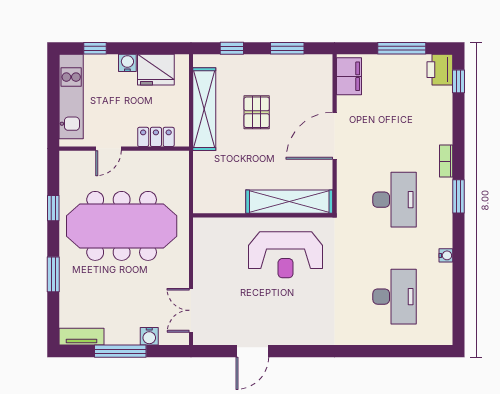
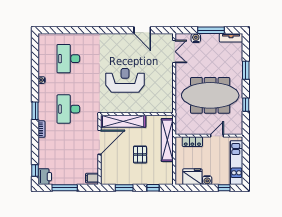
filing cabinet: (349, 76) -> (92, 178), width x0.50
shelving: (204, 109) -> (167, 140), moved
shelving: (289, 202) -> (123, 121), moved
wall: (263, 215) -> (137, 114), moved
door: (252, 351) -> (142, 30), swing flipped

